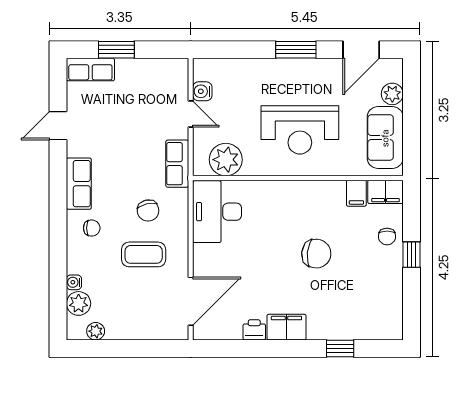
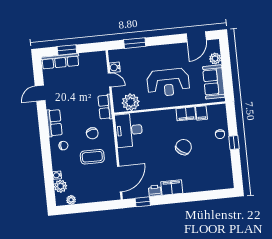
window: (296, 50) -> (135, 43), moved
row of seats: (90, 70) -> (60, 61), width x1.48
filing cabinet: (385, 192) -> (186, 114), moved
chair: (316, 254) -> (184, 147), turned -60
window: (340, 348) -> (143, 202), moved

